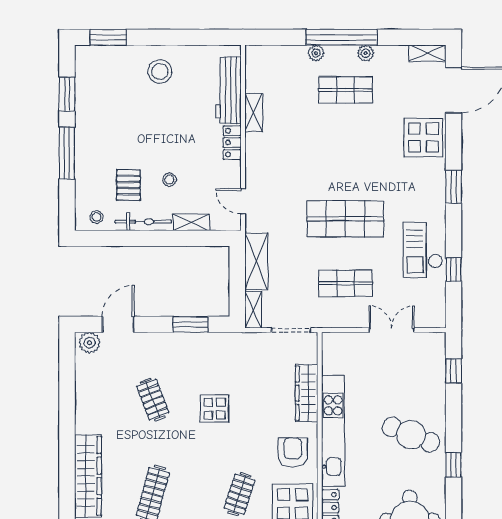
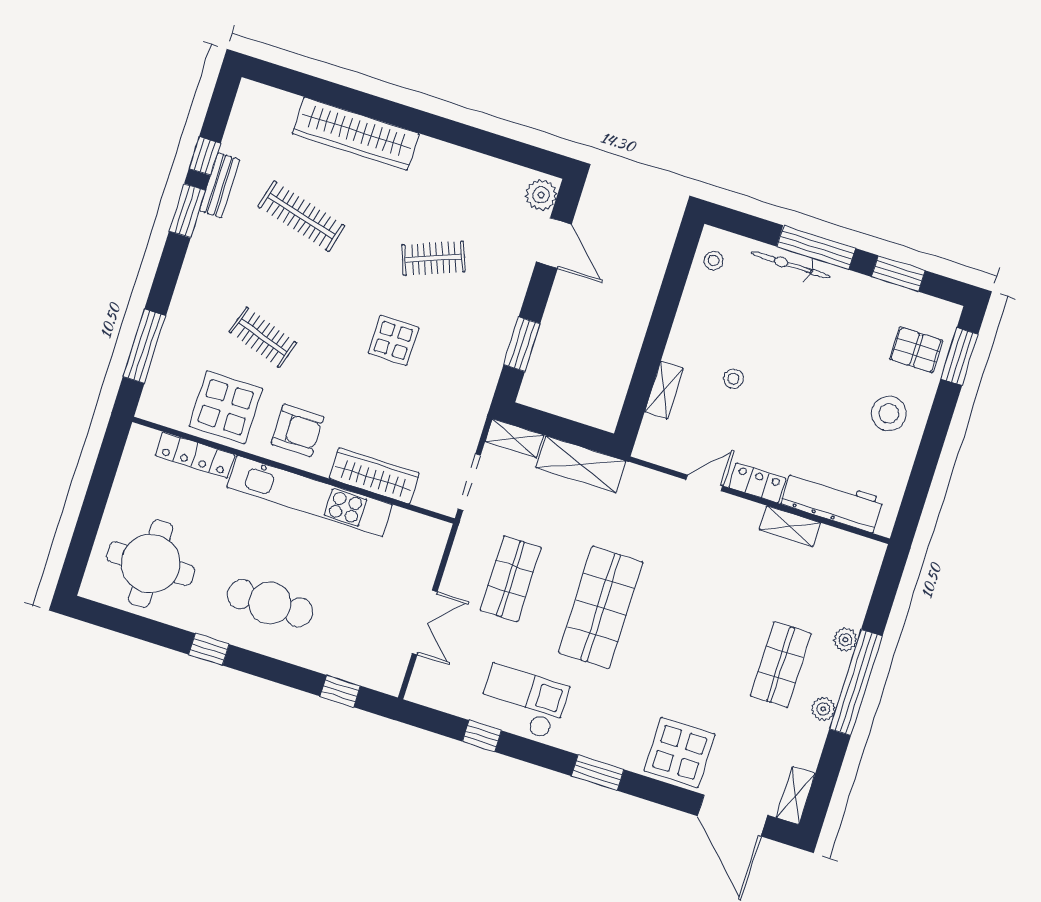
pallet: (128, 185) -> (916, 350), moved
door: (243, 201) -> (704, 483), moved
bicycle: (143, 222) -> (791, 265), moved, turned 90
cafe table: (411, 435) -> (270, 603), turned 68

